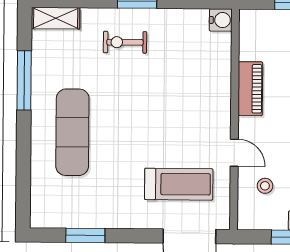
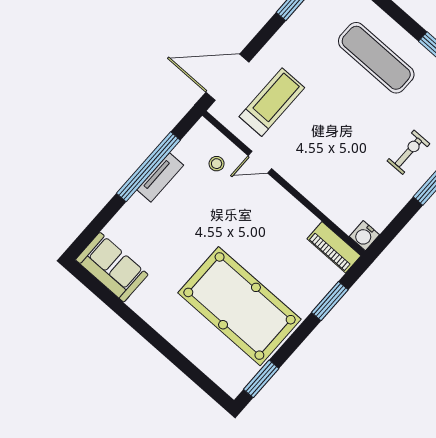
piano: (250, 89) -> (334, 247), moved
treadmill: (179, 184) -> (272, 102), turned 180

